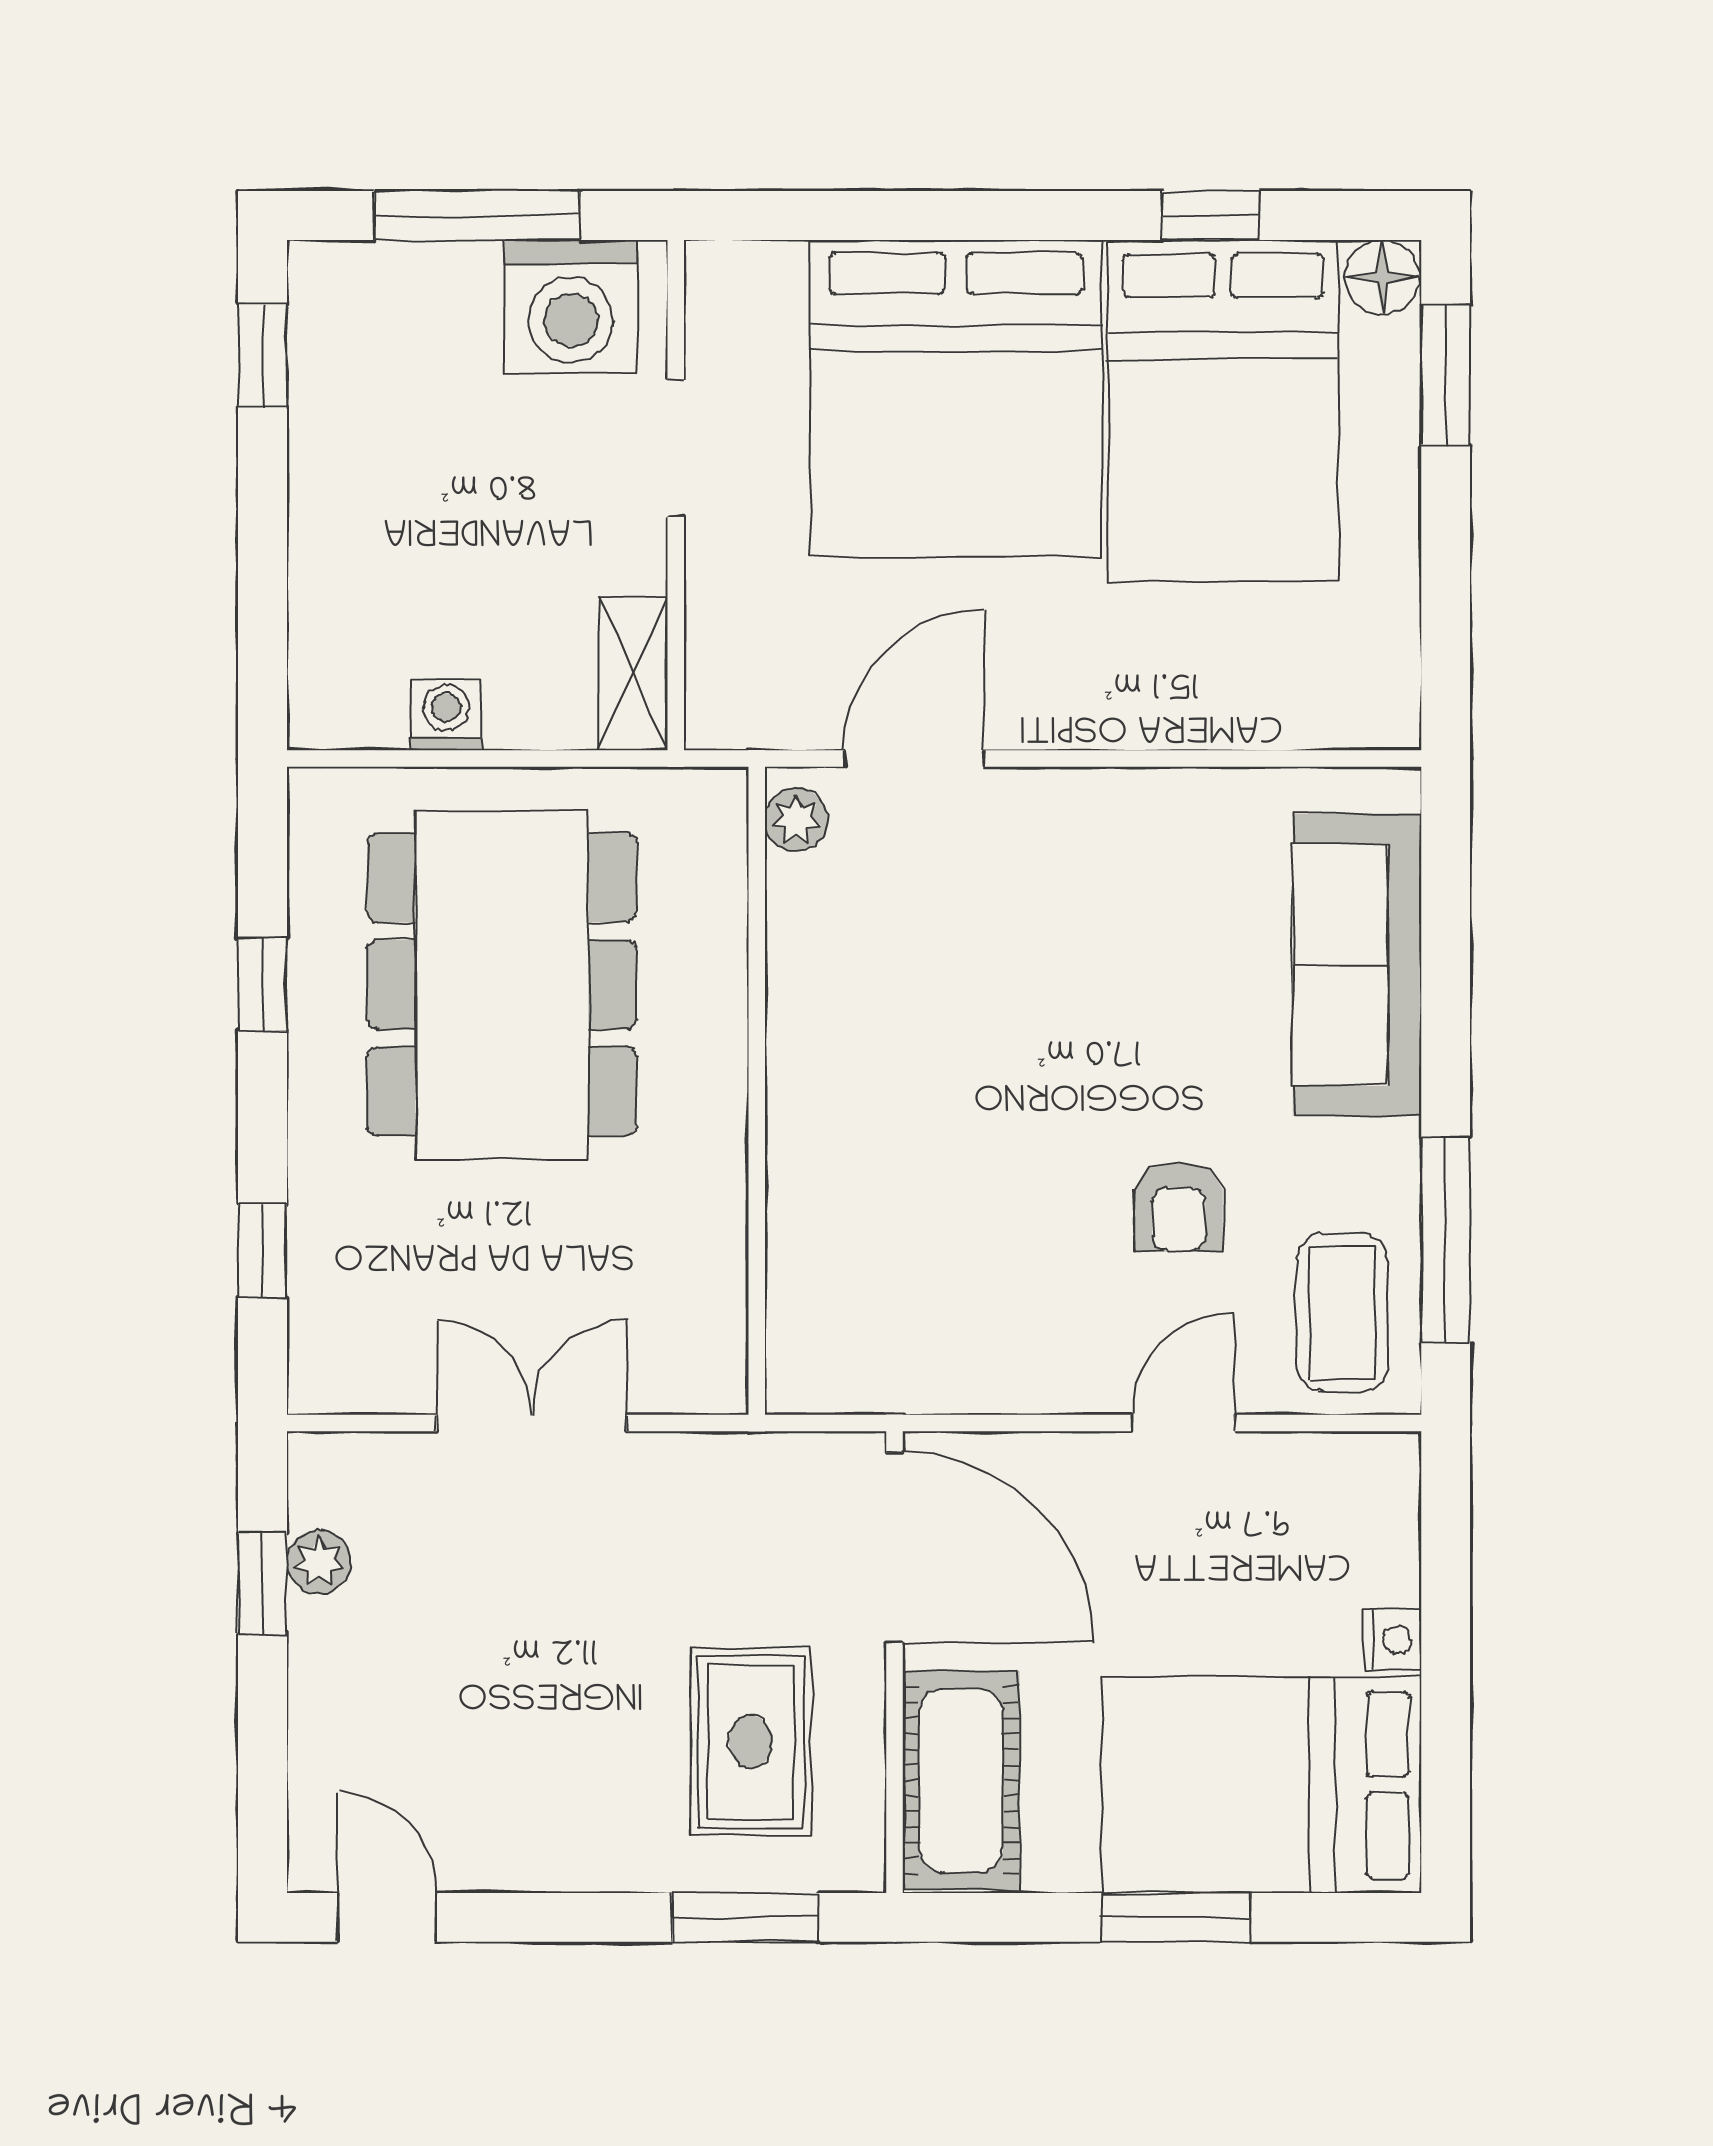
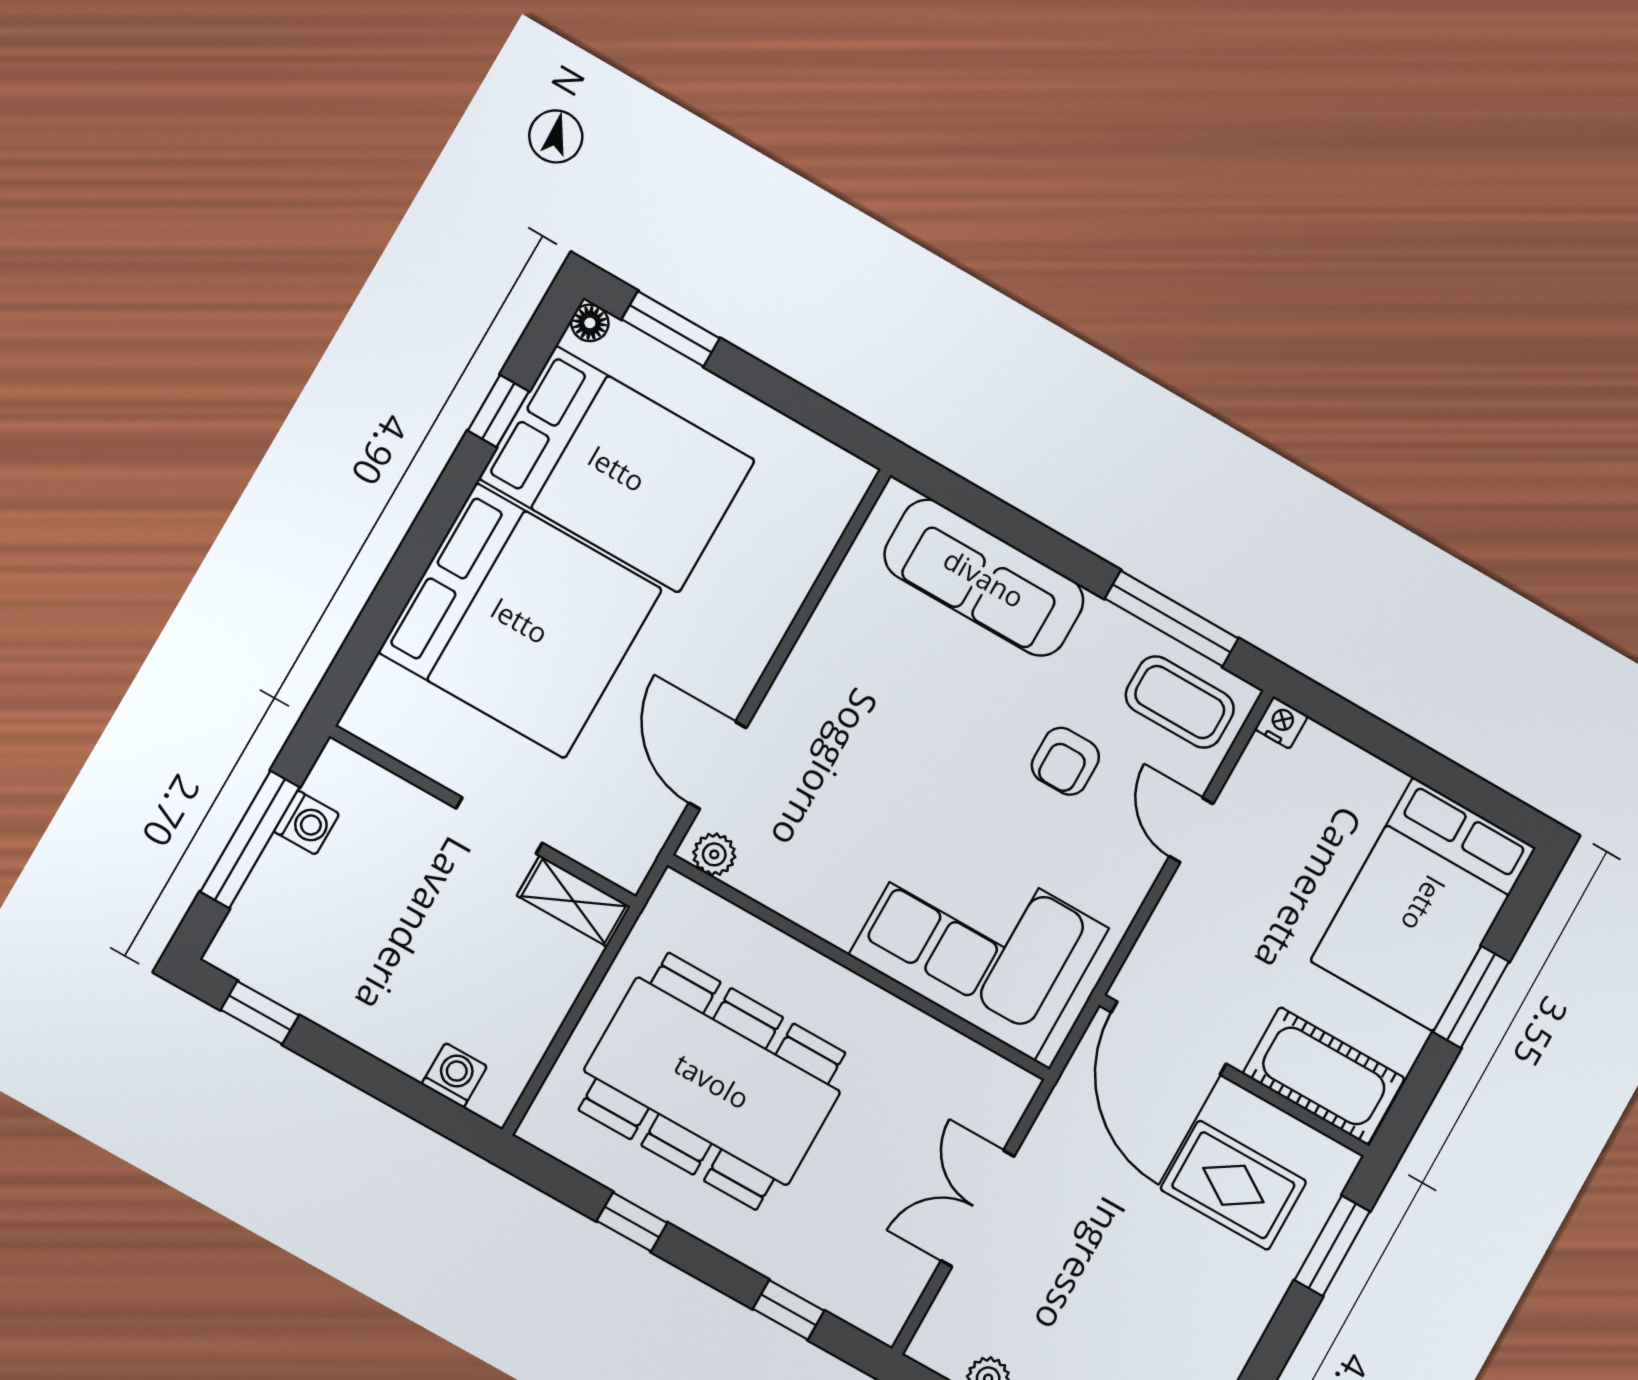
floor lamp: (1382, 277) -> (590, 323), width x0.73, depth x0.73
washing machine: (571, 307) -> (307, 823), width x0.53, depth x0.53
doorway: (676, 448) -> (499, 826), moved
washing machine: (446, 715) -> (454, 1075), moved, turned 90
armchair: (1179, 1207) -> (1065, 761), turned 90
corner sofa: (879, 1227) -> (979, 942), added
door: (895, 1548) -> (1169, 1038), swing flipped
nightstand: (1392, 1640) -> (1281, 723), moved

